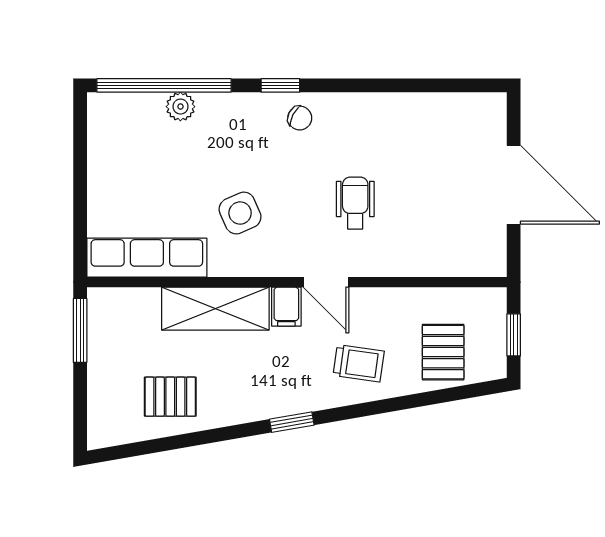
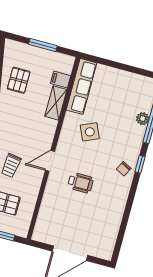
filing cabinet: (286, 307) -> (61, 80), moved
shelving: (215, 309) -> (56, 103), width x0.67, depth x0.75
window: (80, 330) -> (43, 45), moved

